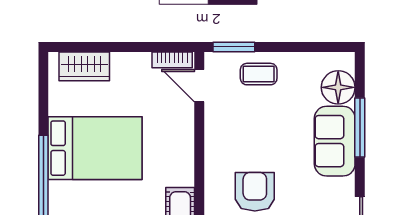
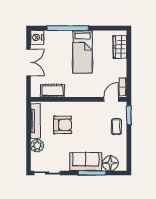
bed: (95, 148) -> (83, 52), width x0.67

